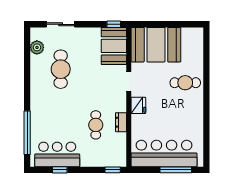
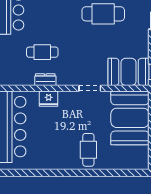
fridge: (138, 105) -> (49, 99), moved

